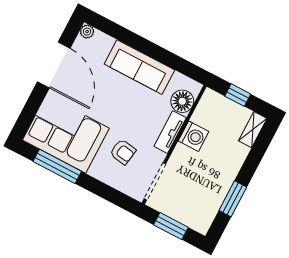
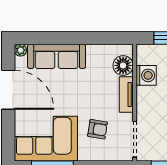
sofa: (139, 67) -> (57, 56), moved
washing machine: (193, 136) -> (146, 75), moved

